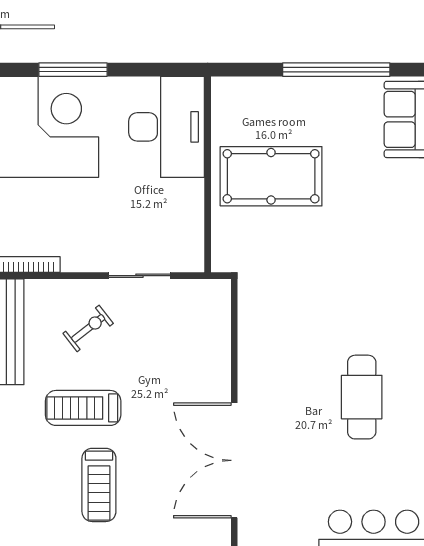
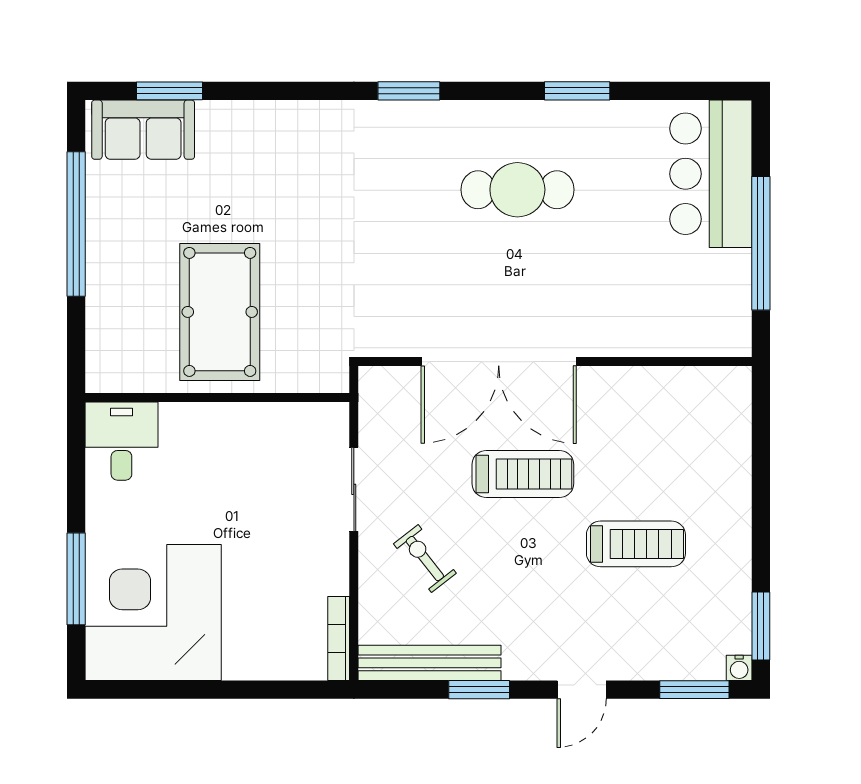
desk: (167, 127) -> (121, 441), width x0.53, depth x0.77
treadmill: (83, 408) -> (523, 474), moved, turned -90
double door: (234, 460) -> (499, 362), moved

